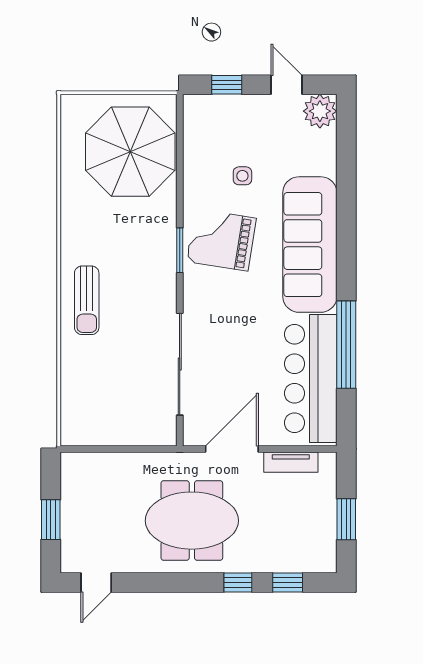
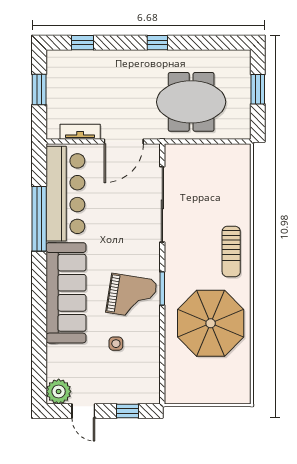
parasol: (130, 152) -> (211, 323), moved
sun lounger: (87, 300) -> (231, 252), turned 180
meeting table: (192, 521) -> (191, 102), moved
door: (96, 583) -> (224, 43), removed
window: (238, 583) -> (157, 43), moved

